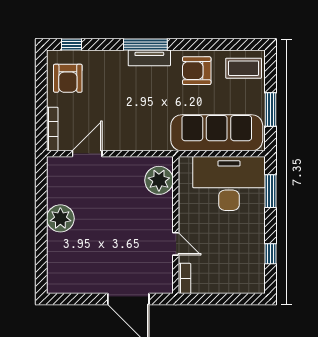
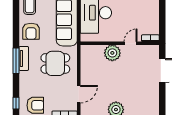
dining table: (141, 113) -> (55, 63), added
door: (87, 154) -> (79, 94), swing flipped
plant: (159, 180) -> (112, 53), moved

